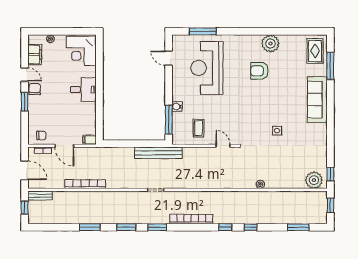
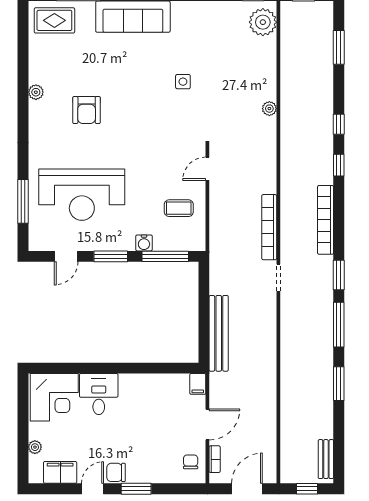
plant: (270, 44) -> (36, 92), width x0.53, depth x0.53
window: (169, 86) -> (111, 256), added
desk: (83, 90) -> (99, 394), moved
bench: (158, 153) -> (219, 333), moved
bookcase: (85, 184) -> (269, 227), moved
bench: (40, 196) -> (326, 459), moved
window: (126, 227) -> (339, 325), width x1.44

